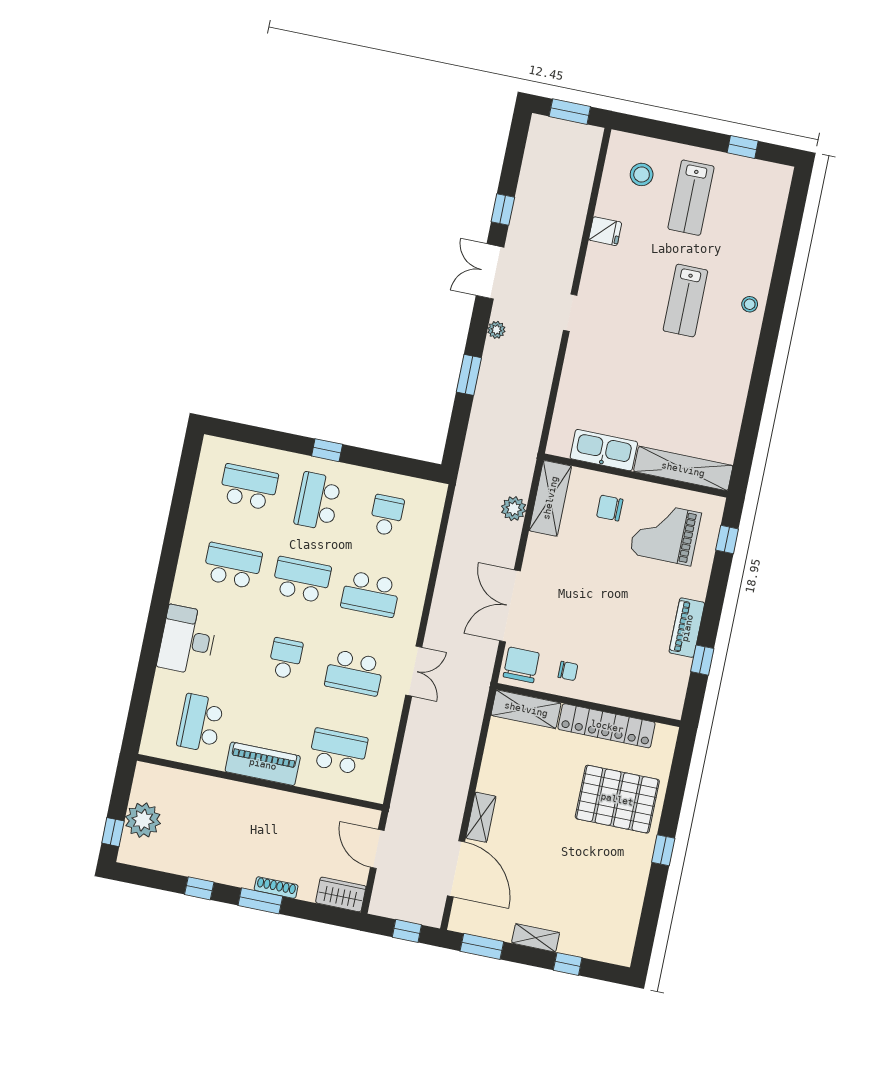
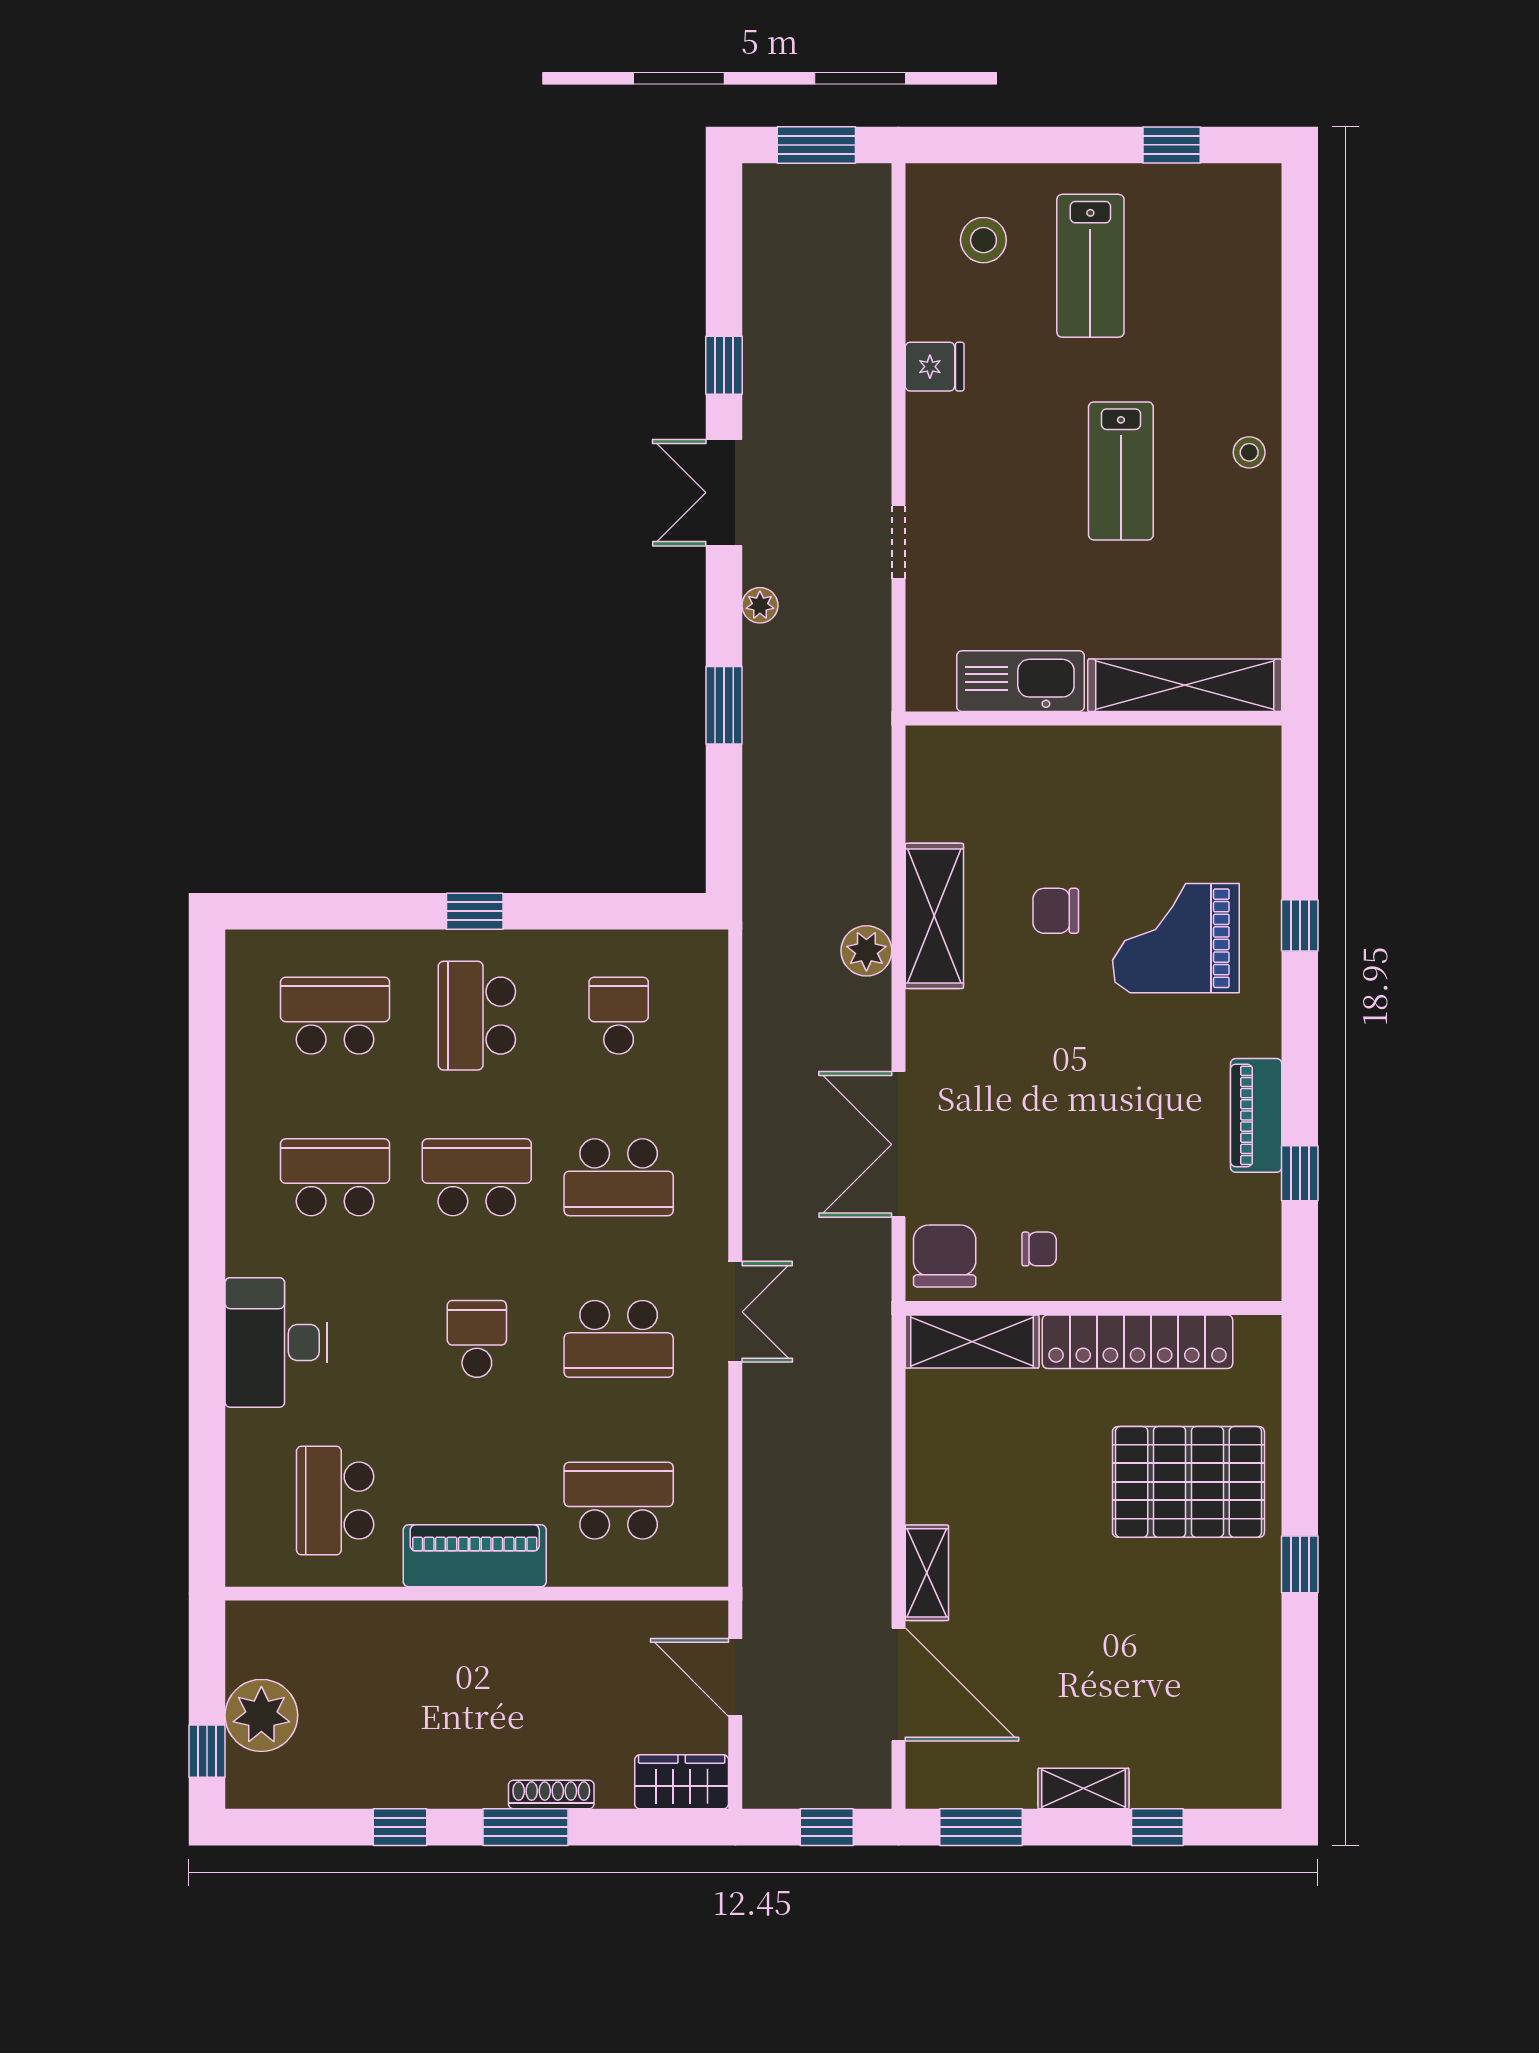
kitchen sink: (604, 450) -> (1021, 681), moved
shelving: (683, 469) -> (1185, 685), moved
wall: (636, 476) -> (1093, 719), moved

